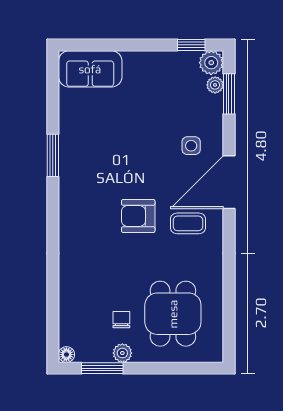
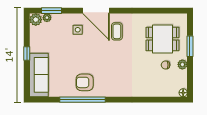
window: (191, 45) -> (27, 54), moved
sofa: (90, 69) -> (39, 75), width x1.36
window: (53, 155) -> (83, 100), width x2.11
armchair: (138, 216) -> (85, 82), moved, turned 90
window: (102, 368) -> (190, 46), moved

